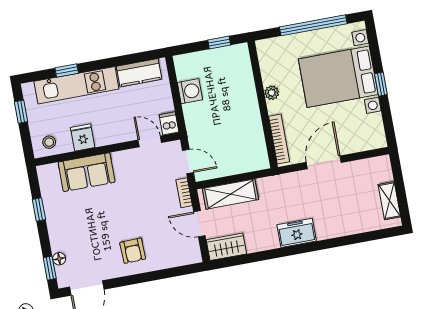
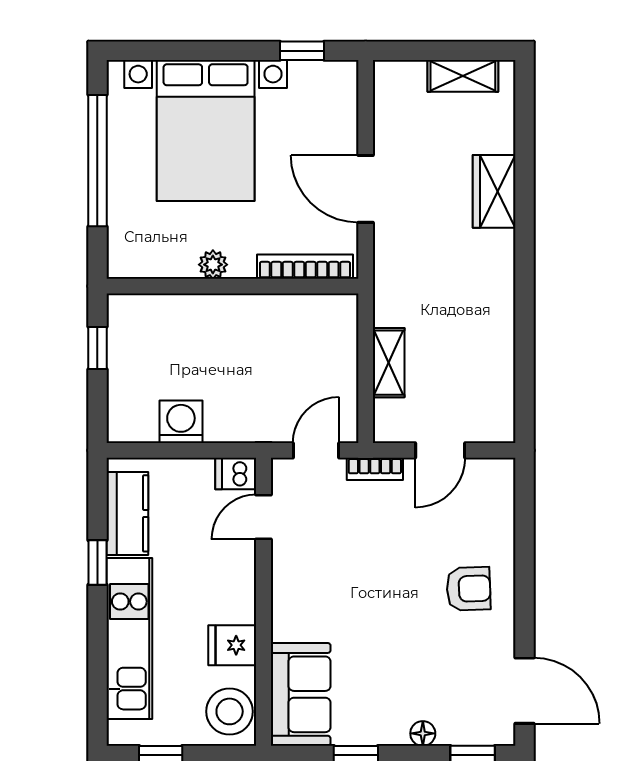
window: (67, 71) -> (97, 562), moved
window: (381, 84) -> (302, 51), moved
stool: (49, 142) -> (230, 711), width x1.89, depth x1.89
sofa: (87, 172) -> (301, 694), moved
shelving: (230, 194) -> (389, 363), width x0.67, depth x0.75
freezer: (297, 233) -> (492, 266), removed
wardrobe: (226, 247) -> (494, 191), moved
floor lamp: (59, 259) -> (423, 733), moved

